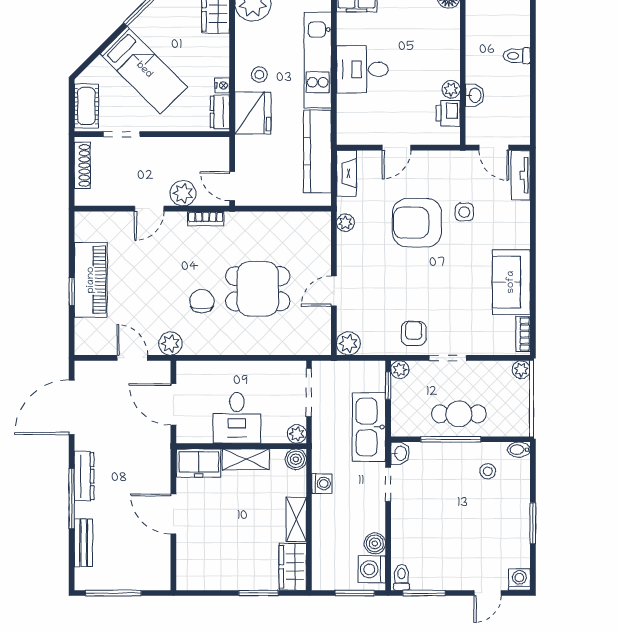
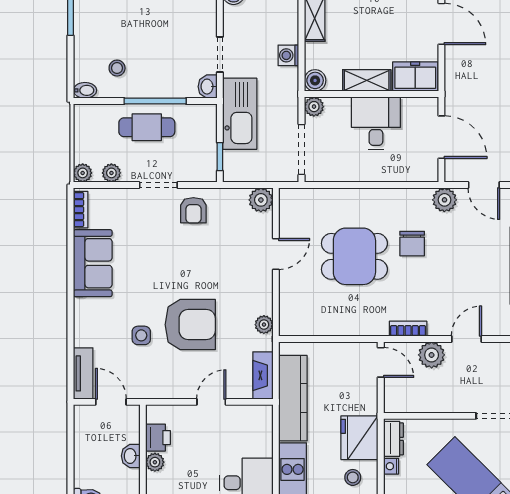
plant: (400, 370) -> (111, 173), moved

